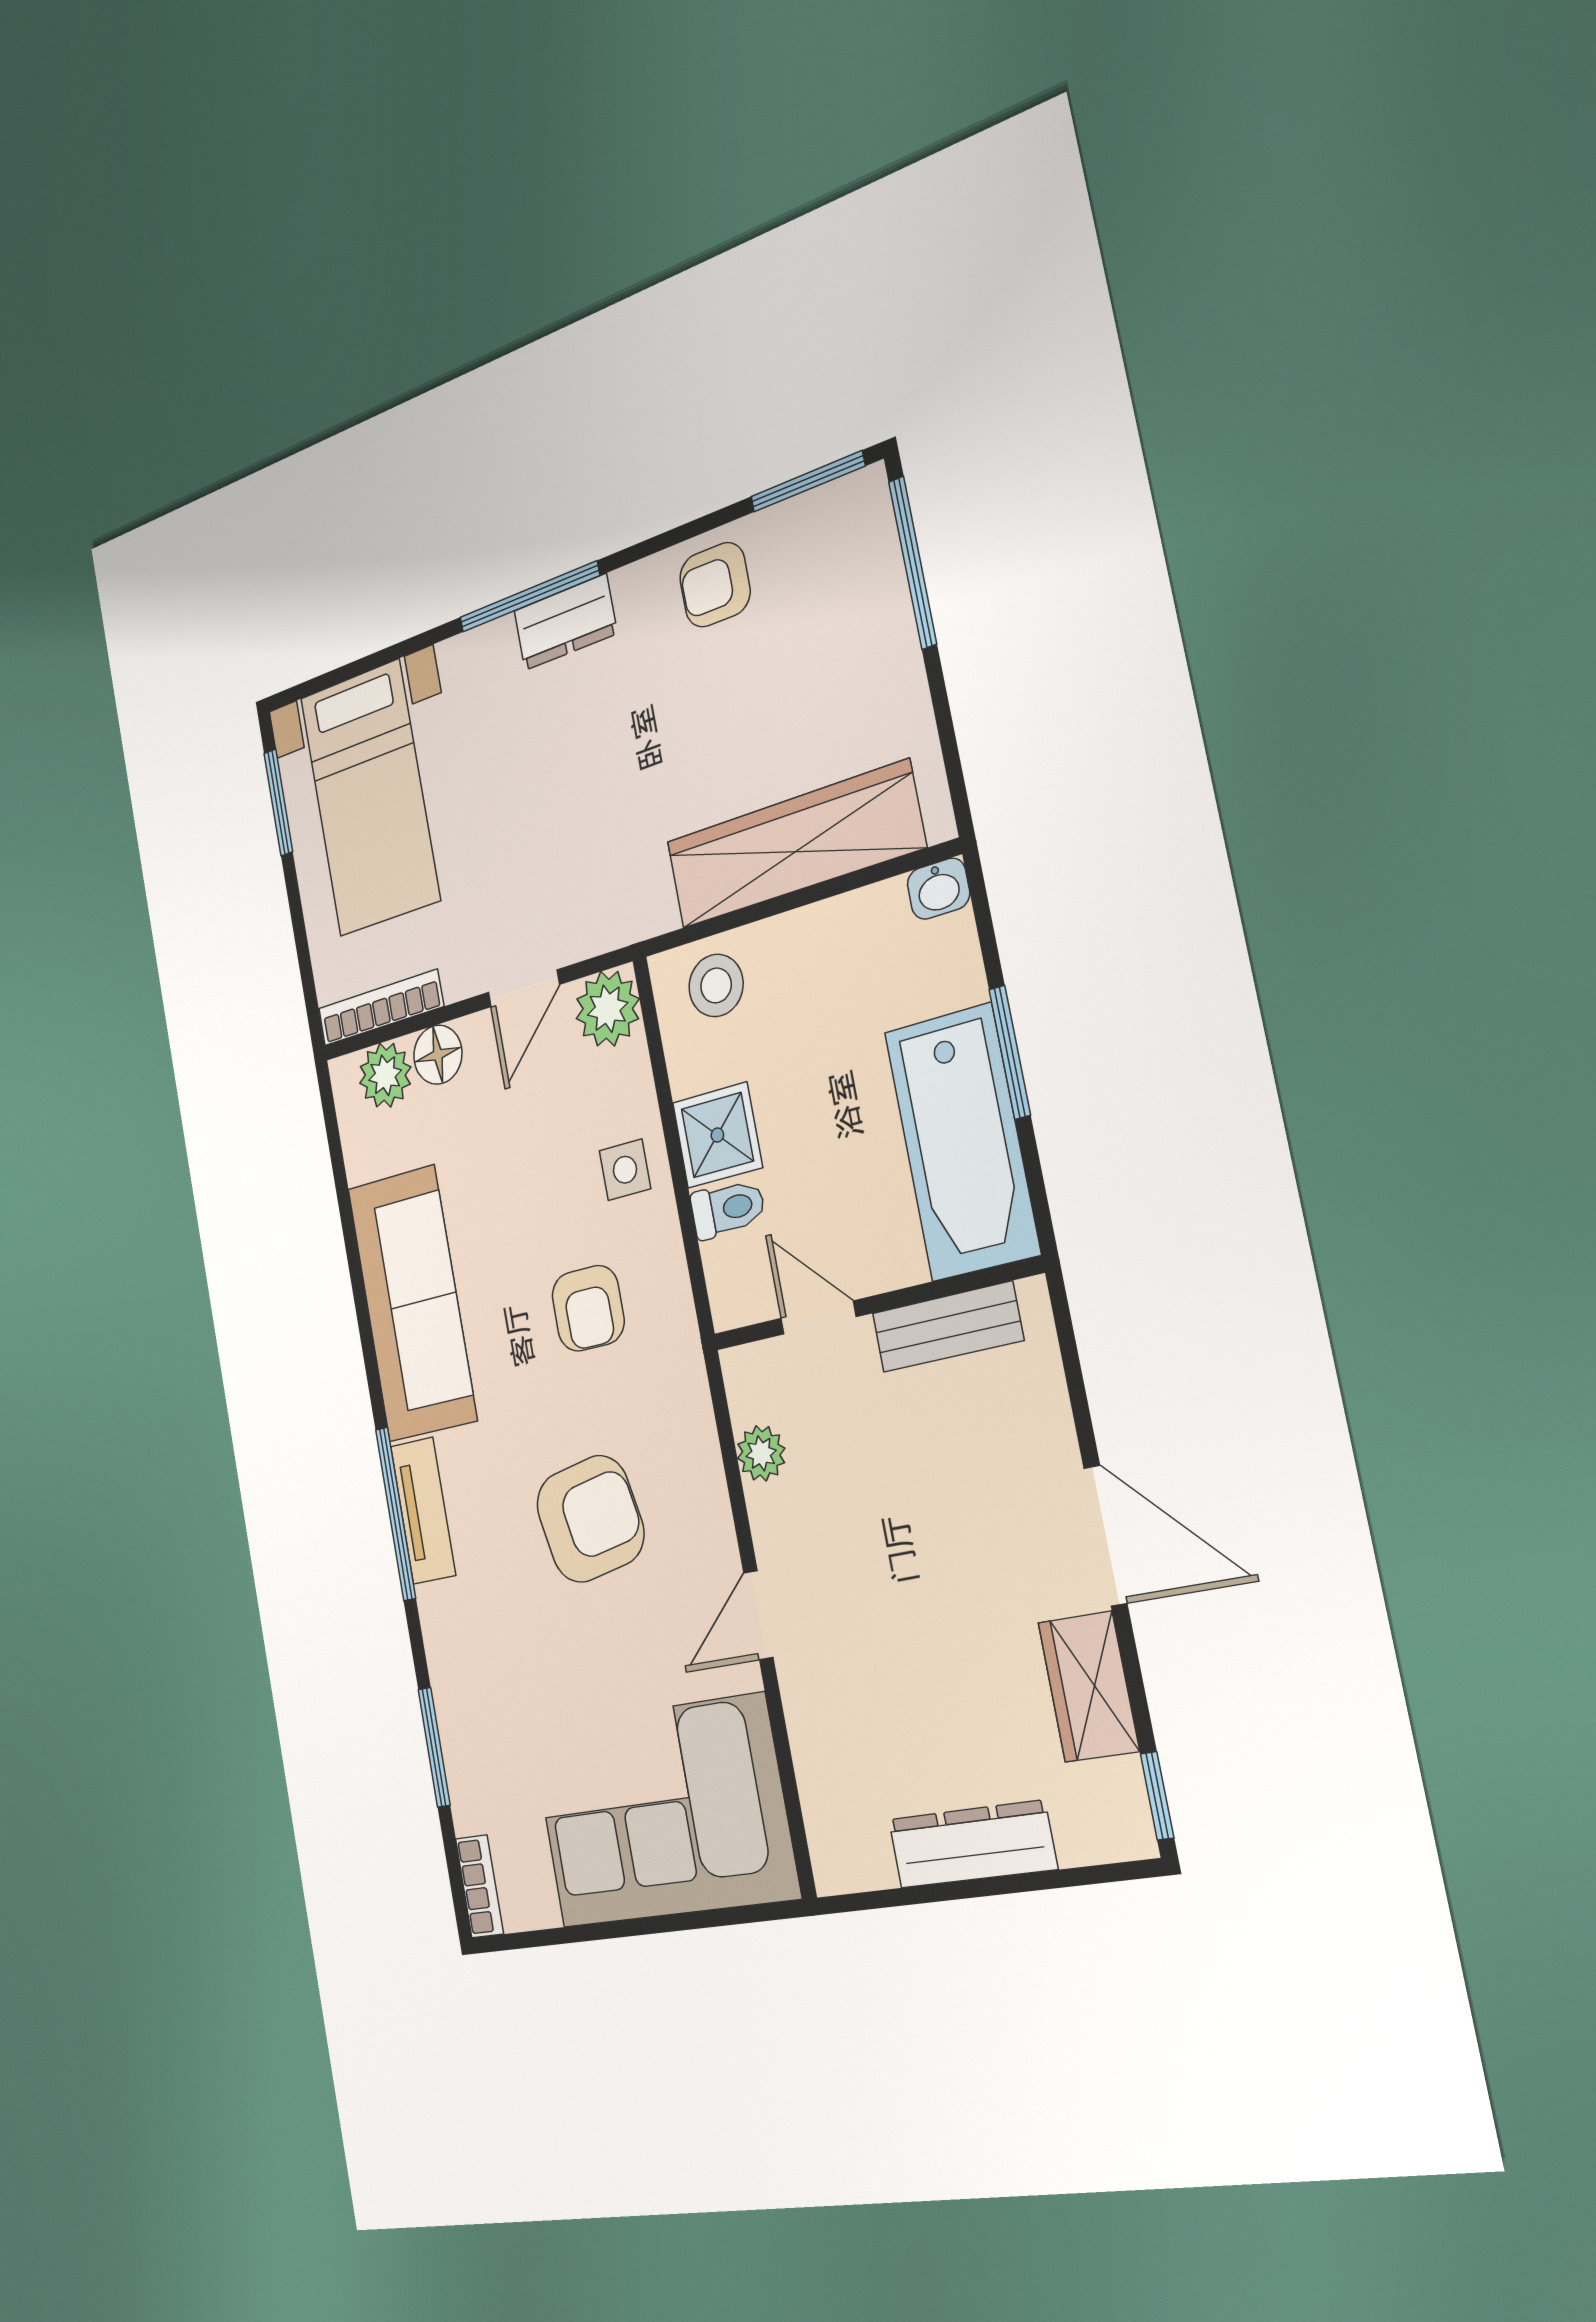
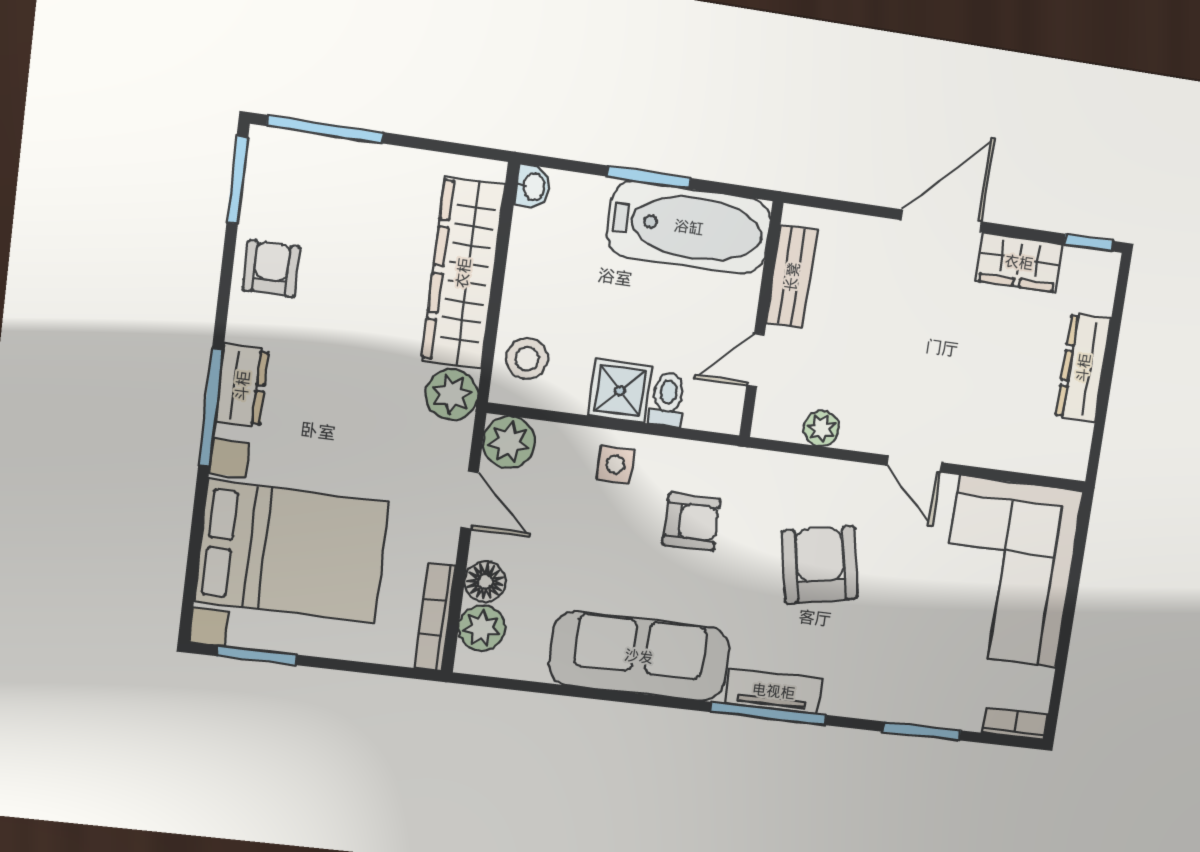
armchair: (715, 585) -> (271, 268), turned 180
bed with nightstands: (370, 798) -> (292, 552), width x1.36
plant: (640, 903) -> (452, 394), added

